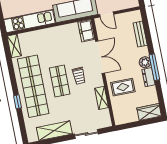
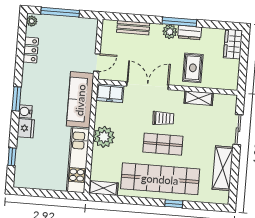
plant: (53, 35) -> (104, 137), added

